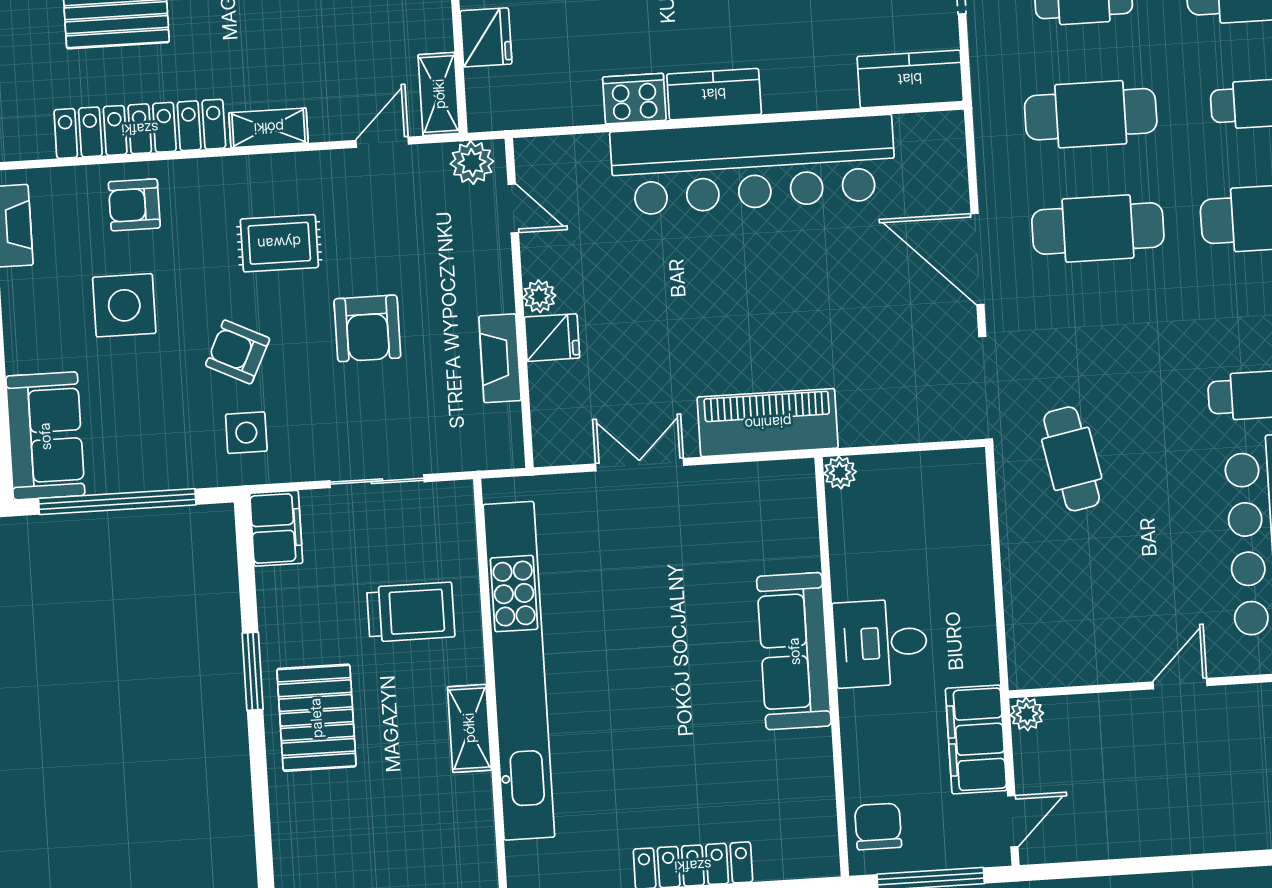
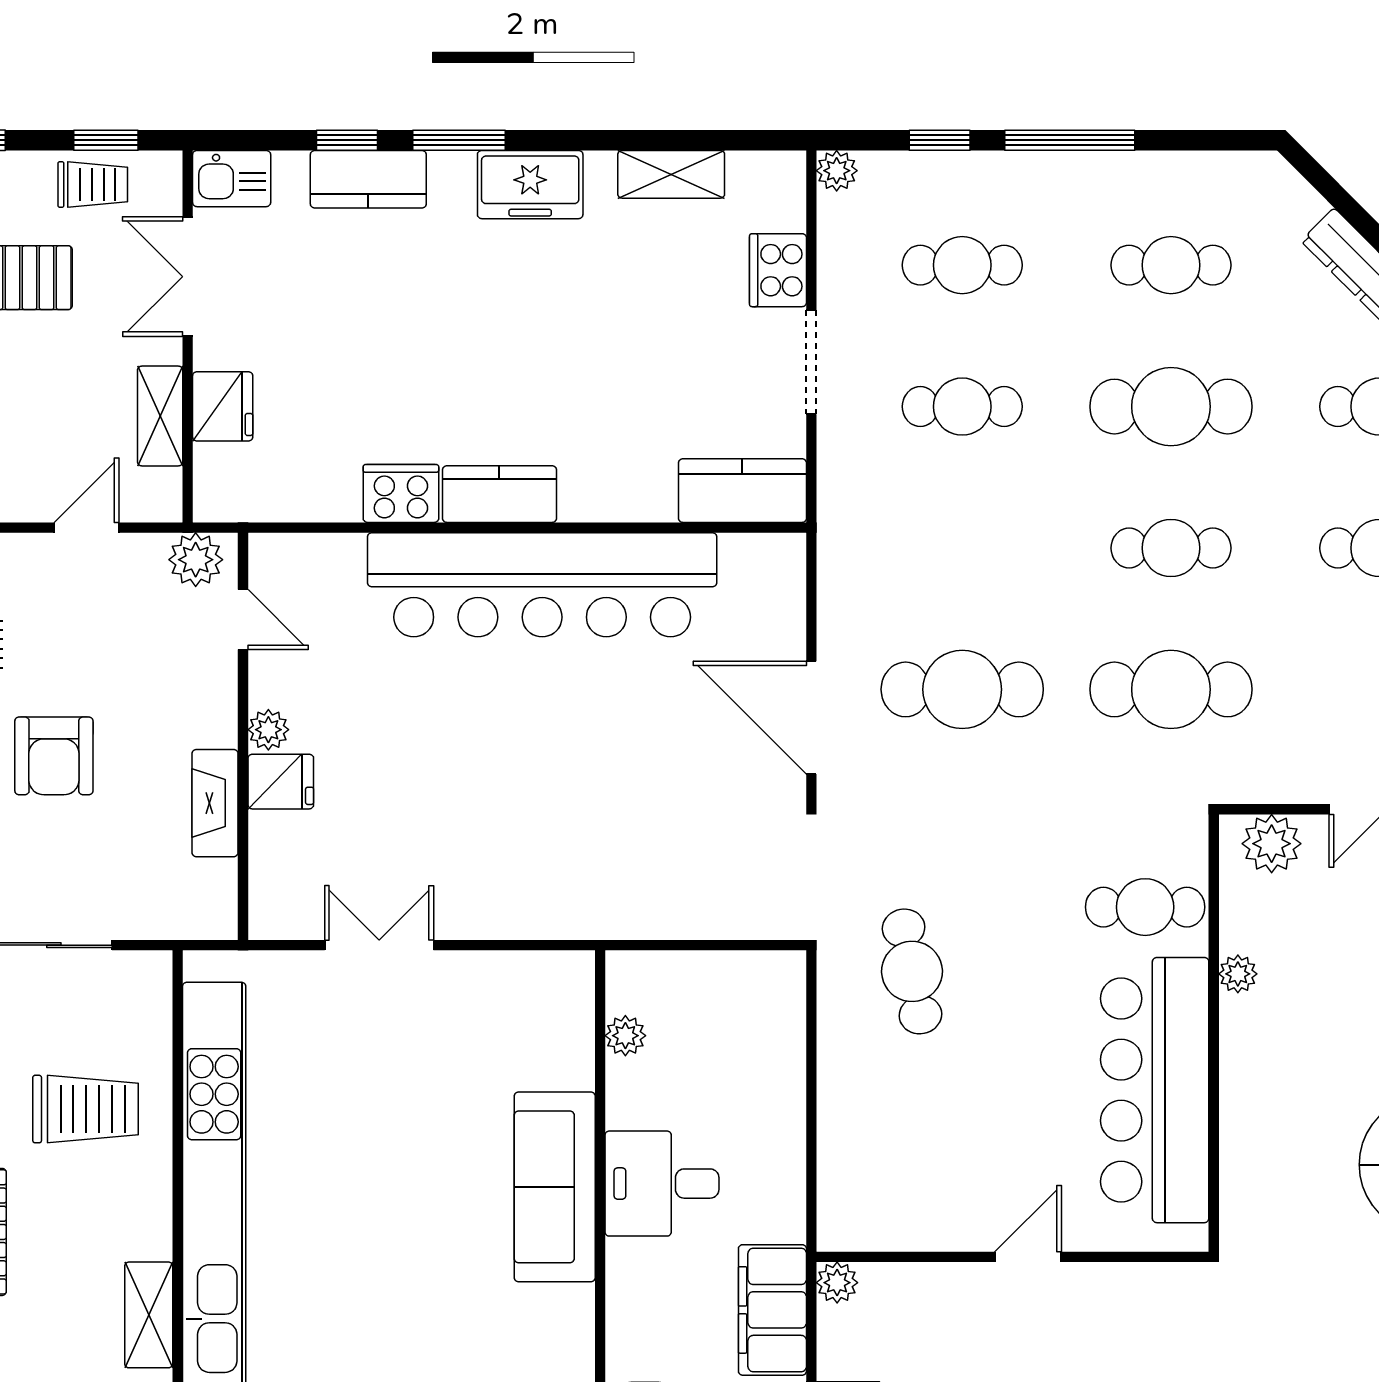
shelving: (439, 94) -> (160, 416), moved
cafe table: (1091, 114) -> (962, 548), removed
piano: (768, 423) -> (540, 903), removed
plant: (840, 473) -> (625, 1036), moved
shelving: (469, 728) -> (149, 1315), moved

